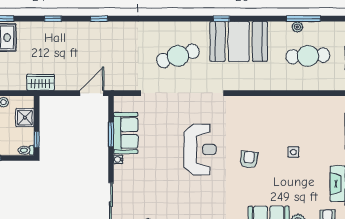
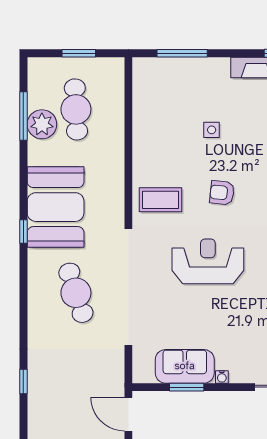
window: (99, 19) -> (23, 382), moved
plant: (297, 27) -> (42, 124), width x1.88, depth x1.88
coffee table: (244, 116) -> (161, 200), added

